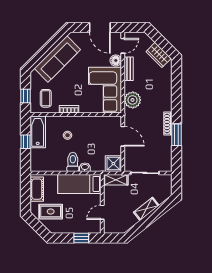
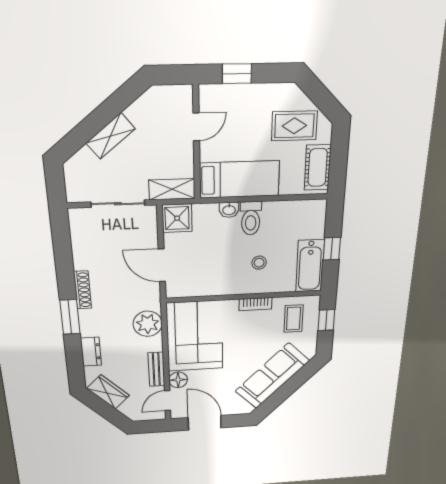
dresser: (167, 84) -> (91, 352), added
window: (176, 135) -> (70, 317), moved

